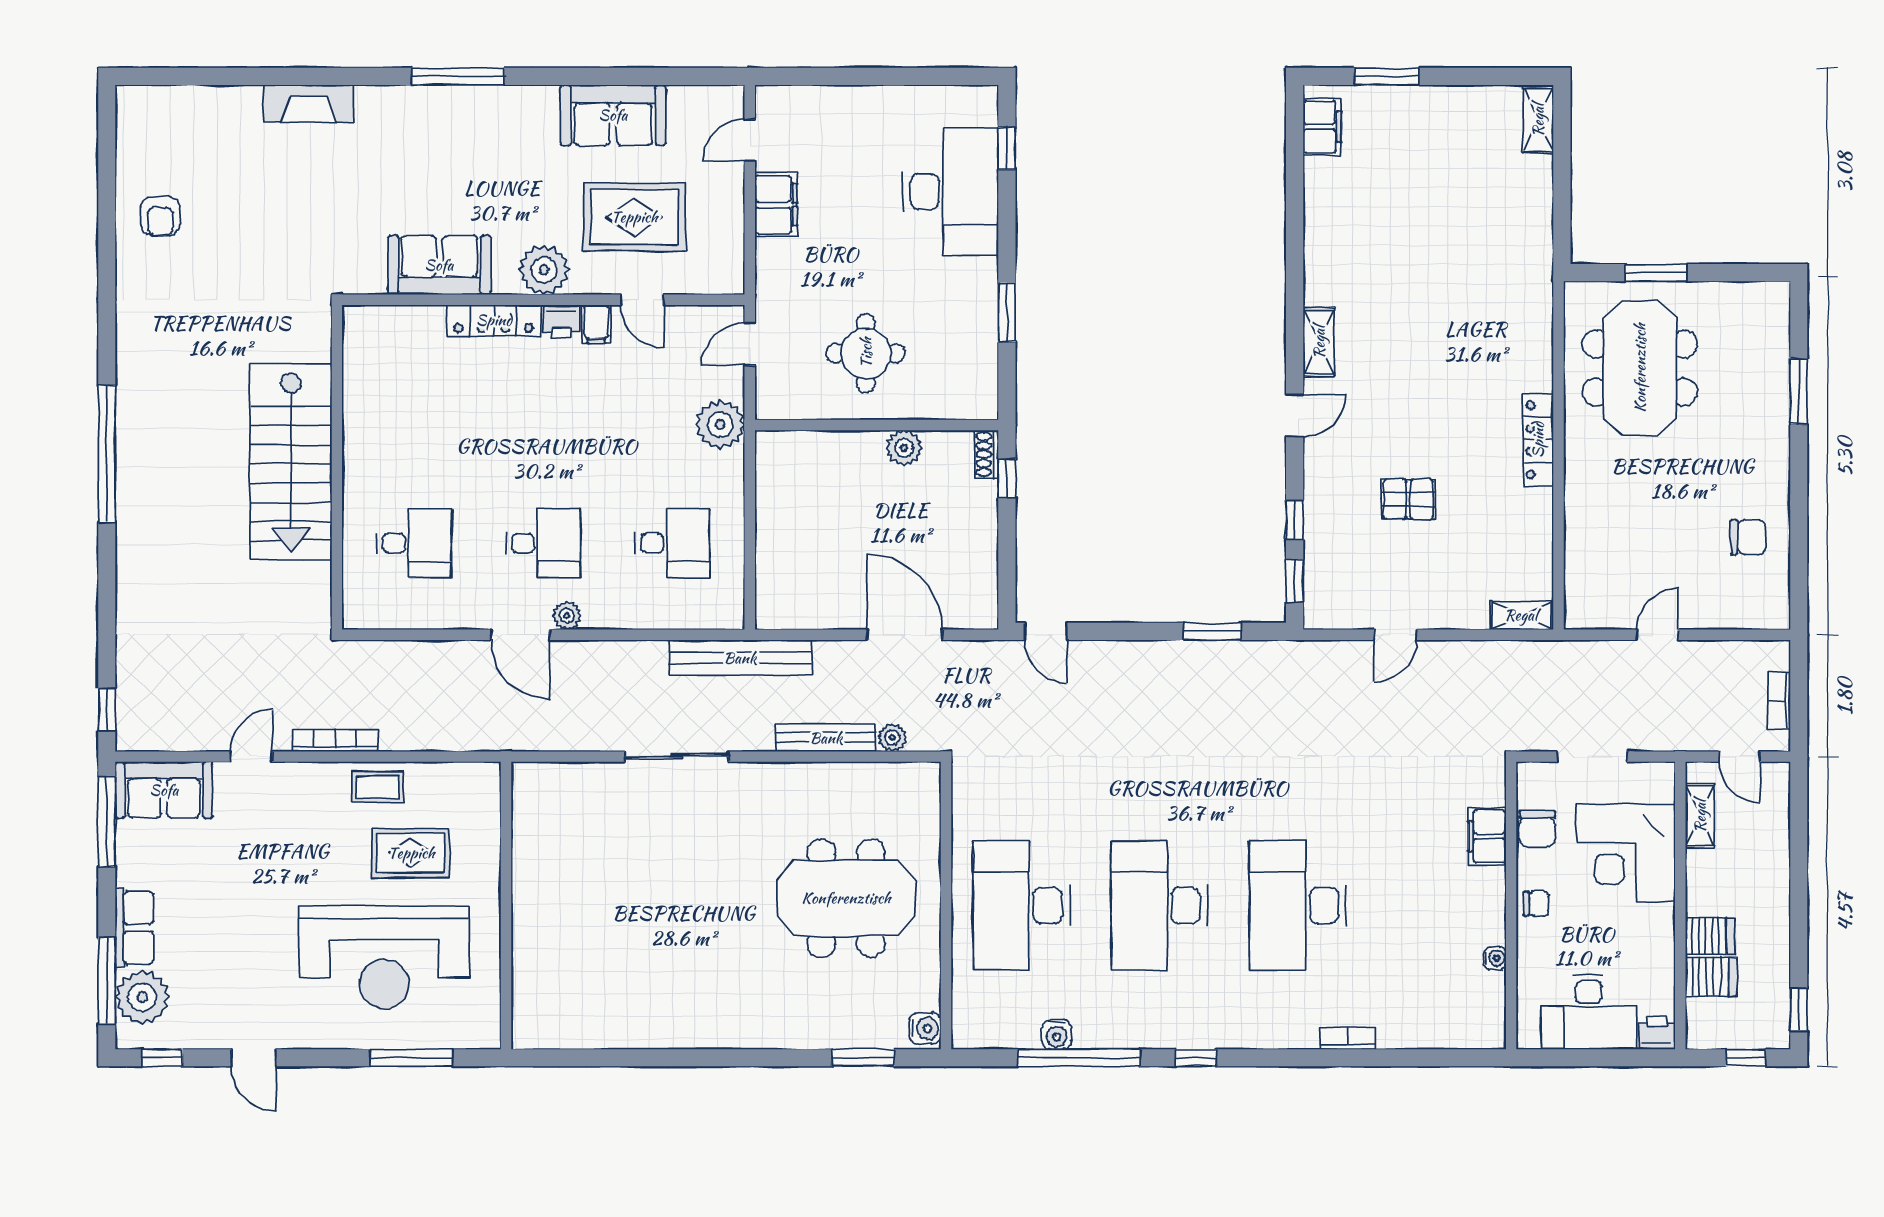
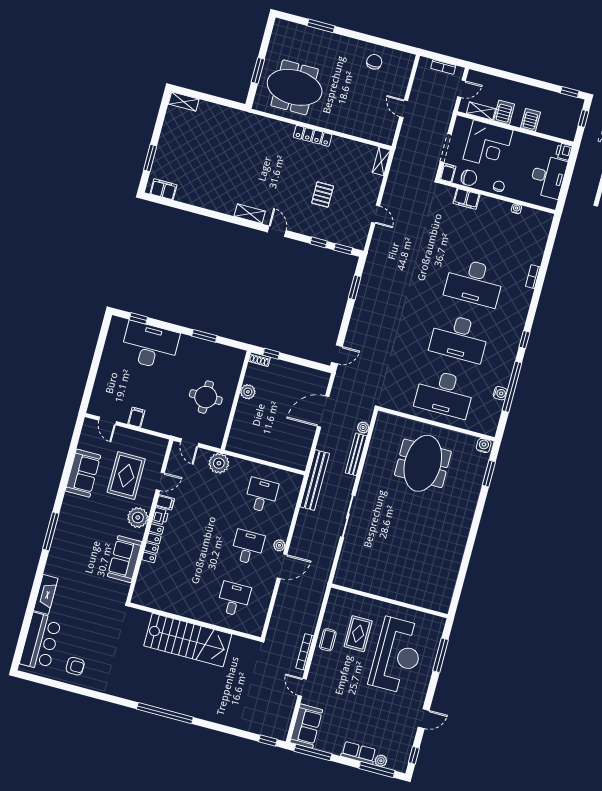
bar counter: (196, 121) -> (41, 642), added
filing cabinet: (776, 205) -> (136, 417), width x0.50
filing cabinet: (1536, 777) -> (448, 173), added
server rack: (1711, 977) -> (504, 112), moved
plant: (142, 997) -> (381, 761), width x0.53, depth x0.53

